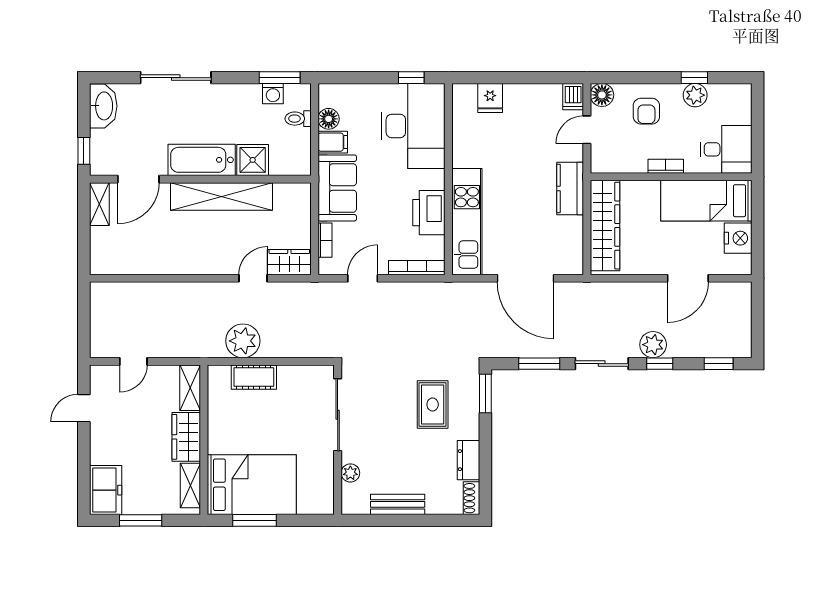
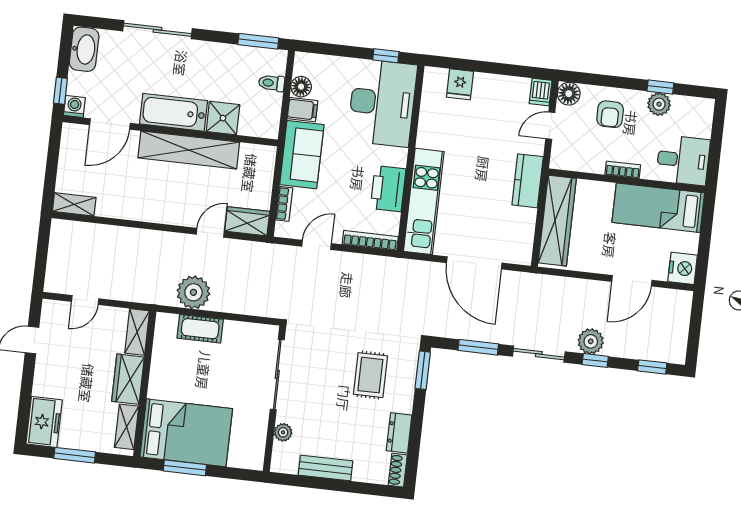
washing machine: (273, 94) -> (74, 106), moved, turned 180
shelving: (99, 204) -> (74, 204), moved, turned 90
nightstand: (738, 238) -> (683, 268), moved

